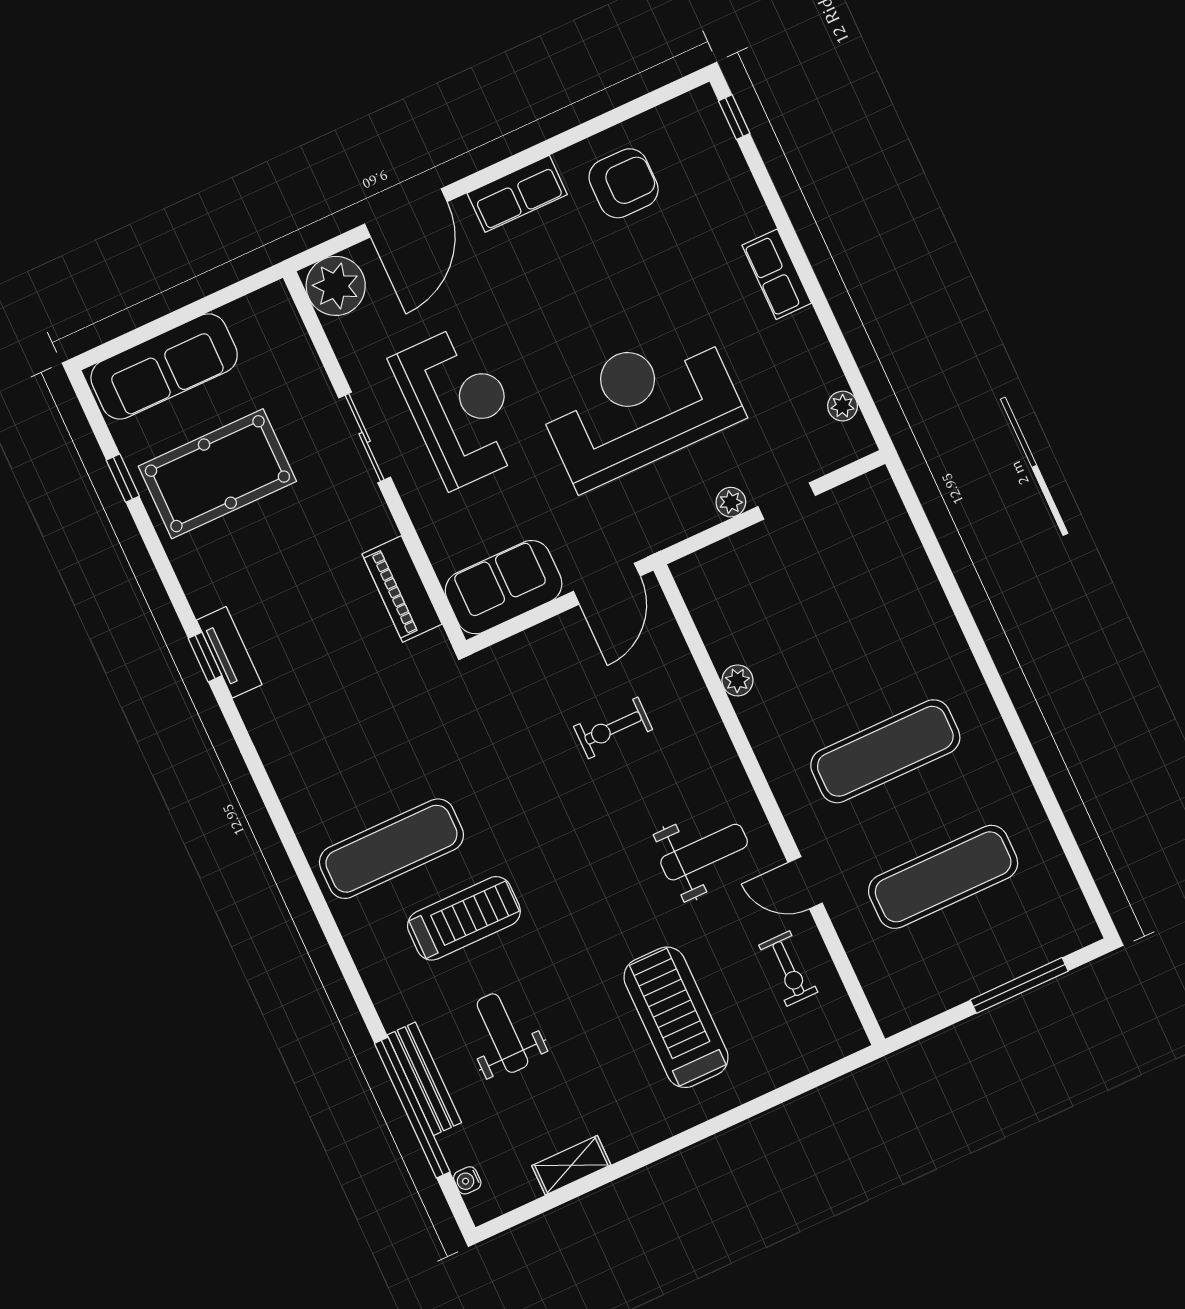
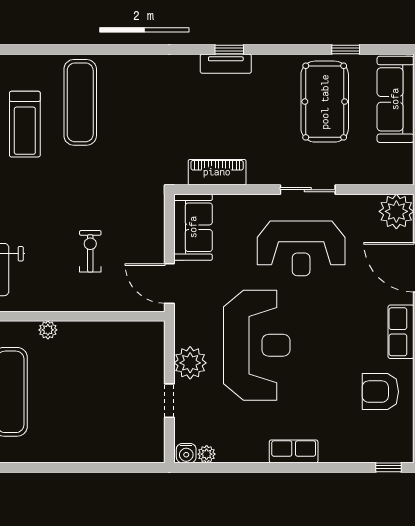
armchair: (624, 183) -> (380, 392), turned 90
water cooler: (855, 438) -> (186, 453), added
plant: (731, 502) -> (190, 363), width x1.88, depth x1.88
plant: (737, 680) -> (48, 330), moved

